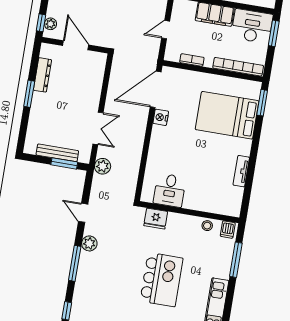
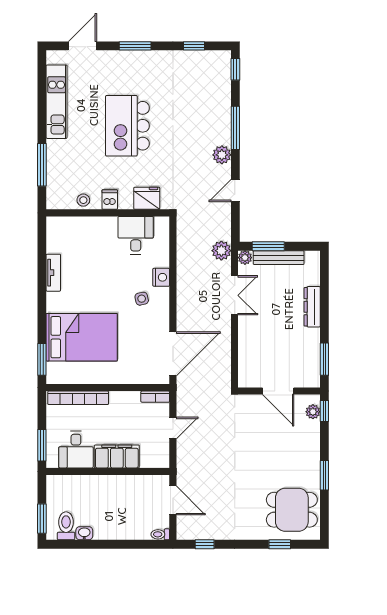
desk: (252, 26) -> (76, 450), width x0.73
bookcase: (192, 60) -> (155, 397), moved
dresser: (42, 75) -> (312, 307), moved
window: (29, 94) -> (324, 359), moved
nightstand: (161, 117) -> (161, 277), moved
double door: (98, 128) -> (235, 295), swing flipped
side table: (173, 138) -> (142, 299), added
plant: (84, 157) -> (245, 258), added
door: (83, 213) -> (235, 190), swing flipped
dishwasher: (228, 230) -> (110, 200), moved

